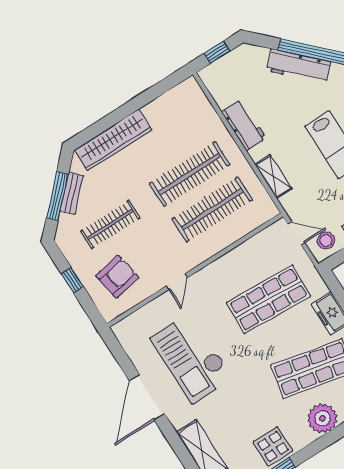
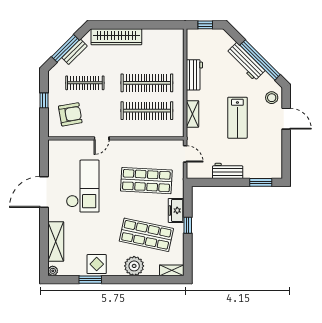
stool: (326, 241) -> (199, 168), removed
checkout: (192, 358) -> (83, 186), turned 180

